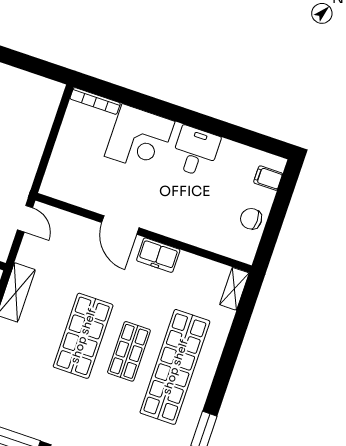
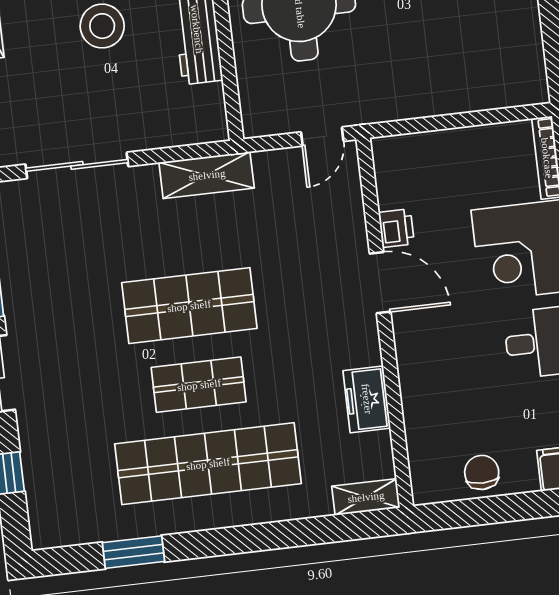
printer: (95, 202) -> (396, 228), added
door: (120, 225) -> (380, 283), swing flipped
freezer: (158, 255) -> (367, 399), moved

